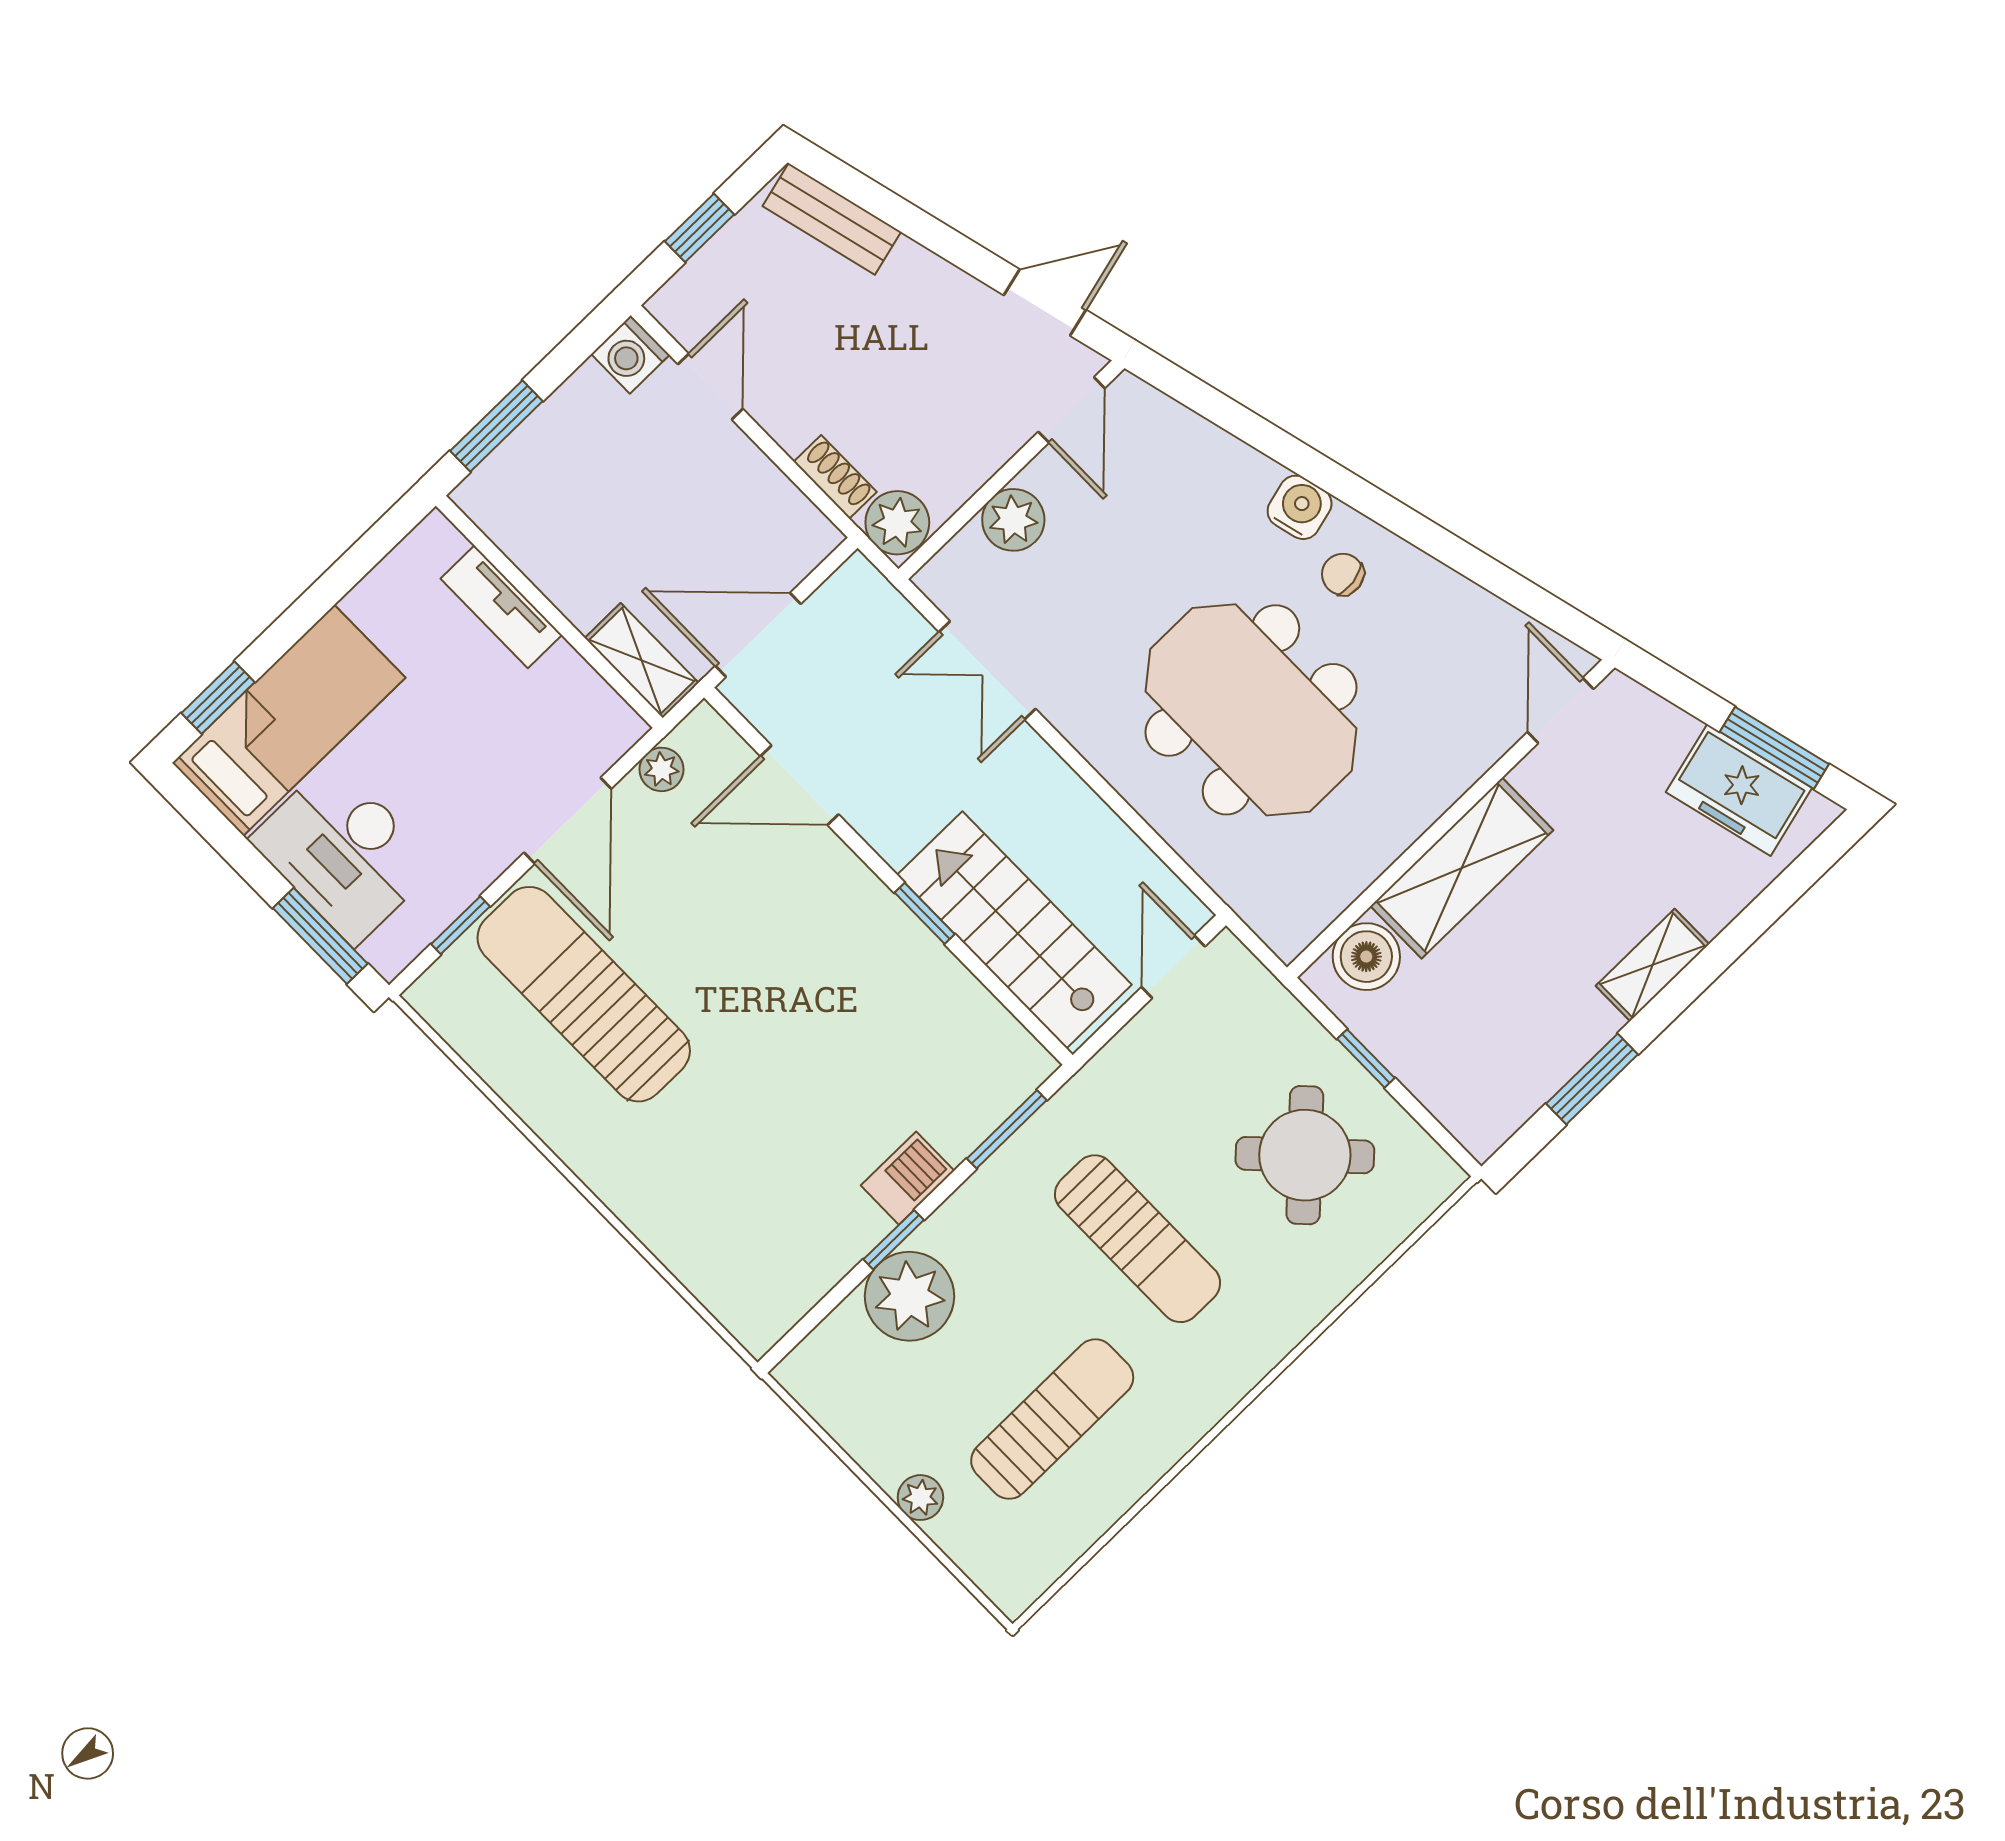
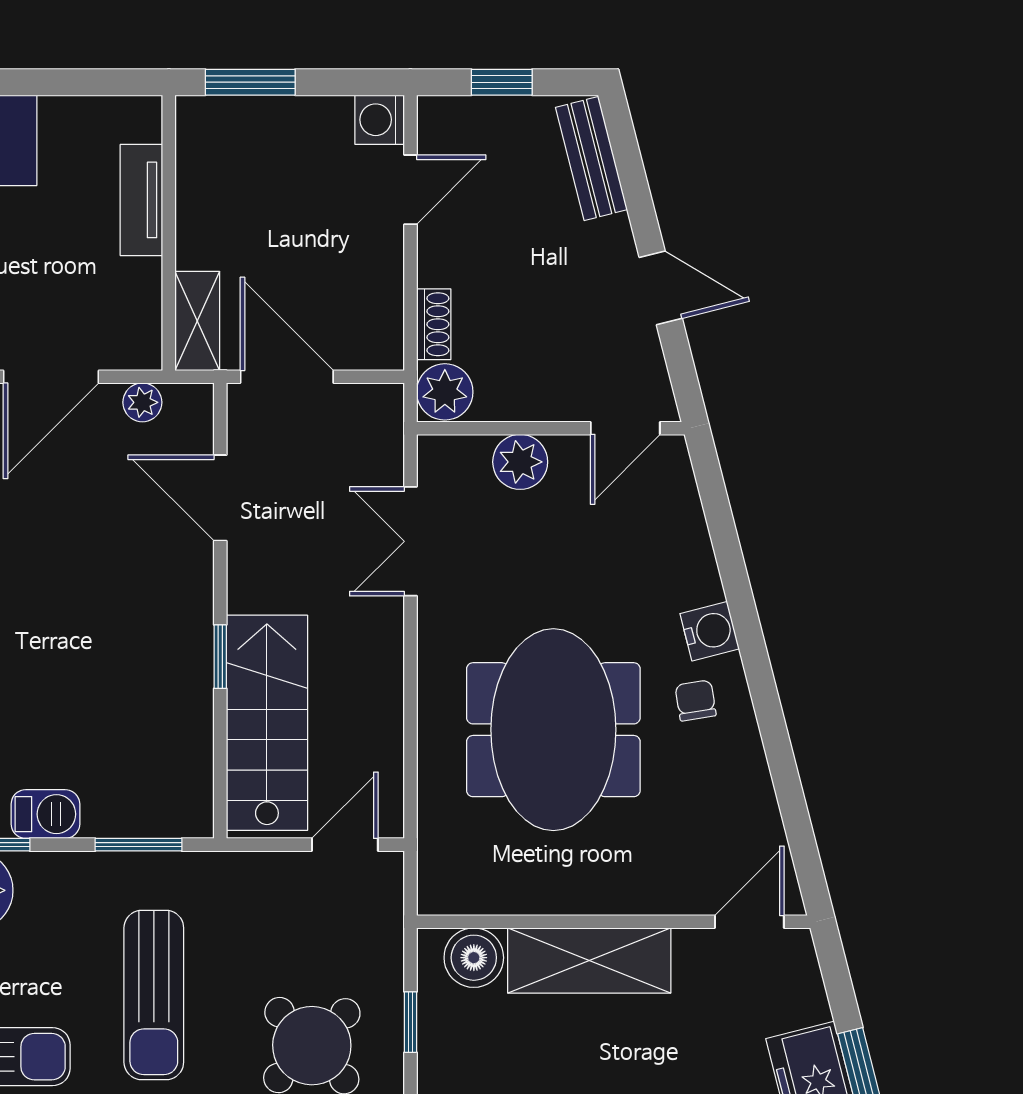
door: (1045, 302) -> (661, 288), moved

